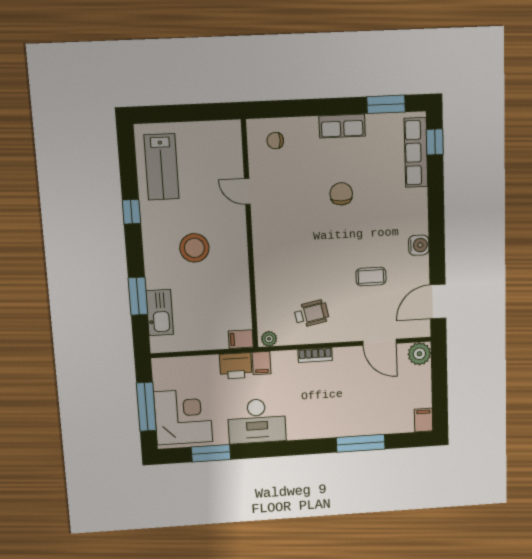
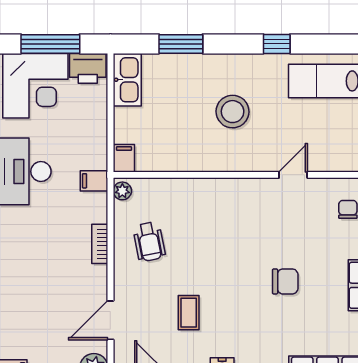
kitchen sink: (160, 313) -> (127, 80), moved, turned -90
printer: (236, 366) -> (88, 68), moved, turned -90

